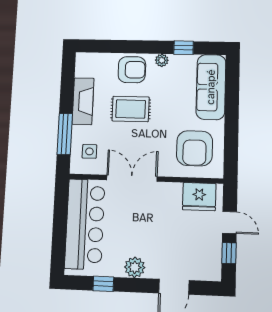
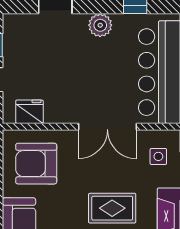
armchair: (195, 148) -> (36, 164), turned -90
fridge: (199, 197) -> (29, 112), width x0.73, depth x0.75

